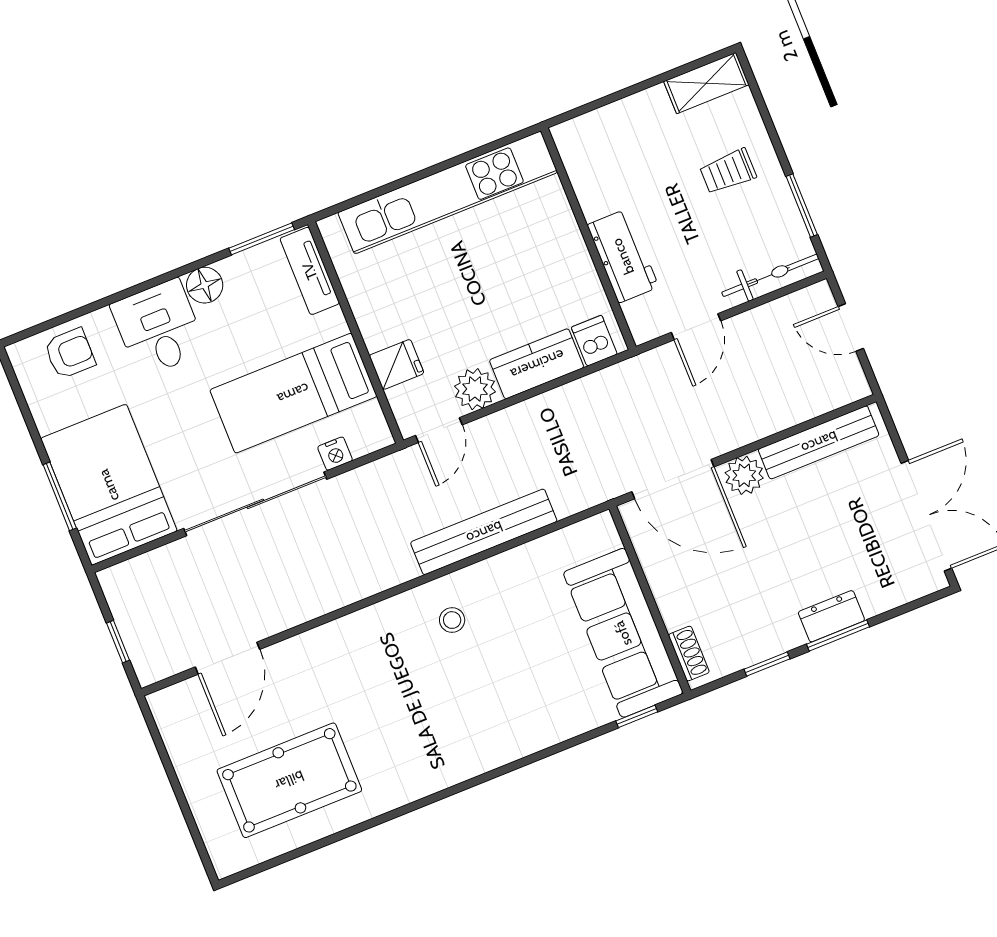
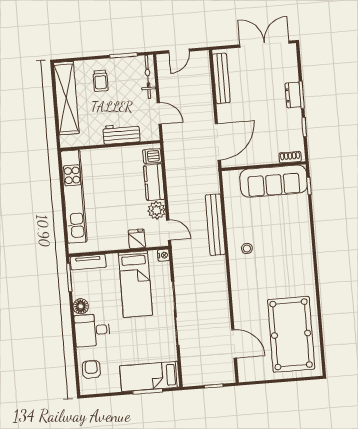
shelving: (706, 83) -> (66, 98), width x2.20, depth x1.33
nightstand: (335, 454) -> (163, 255), moved
plant: (744, 475) -> (225, 113), removed
bed: (109, 485) -> (150, 376), width x0.67
pool table: (289, 780) -> (291, 334), width x1.36, depth x1.32

